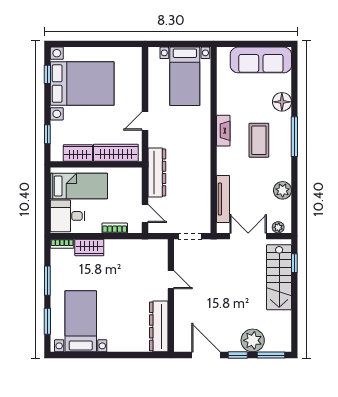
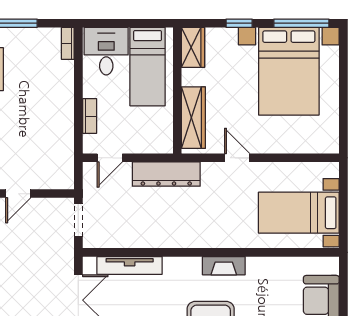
window: (47, 74) -> (301, 23), width x2.17
window: (47, 134) -> (239, 23), moved
wardrobe: (78, 153) -> (193, 47), moved
wardrobe: (89, 247) -> (63, 81), removed

